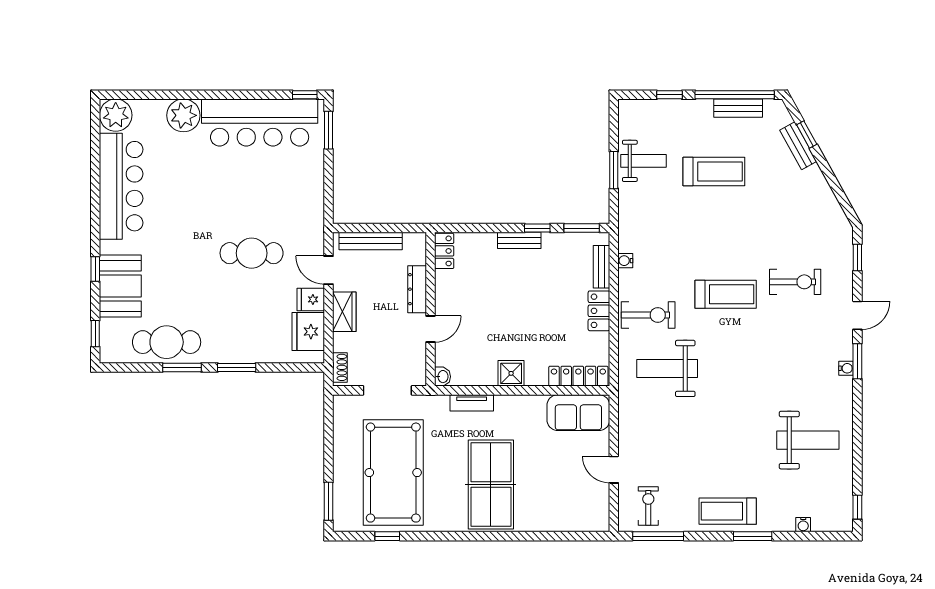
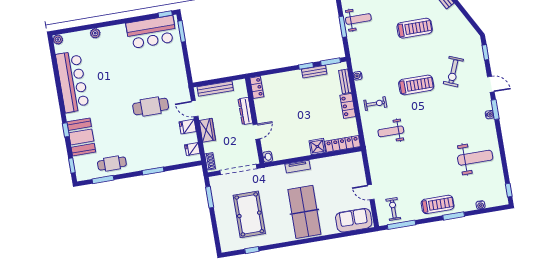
plant: (116, 115) -> (58, 40), width x0.53, depth x0.53
plant: (183, 115) -> (95, 33), width x0.53, depth x0.53
bar counter: (260, 123) -> (151, 32), width x0.73
treadmill: (714, 172) -> (415, 28), moved
bench: (519, 240) -> (314, 72), moved
exercise bike: (795, 282) -> (453, 72), turned 112
exercise bike: (648, 315) -> (375, 104), width x0.73, depth x0.72
door: (857, 315) -> (491, 84), hinge flipped
fridge: (308, 332) -> (192, 149), width x0.53, depth x0.75
cafe table: (167, 342) -> (112, 164), width x0.73, depth x0.74
window: (182, 367) -> (103, 179), moved
weight bench: (667, 368) -> (391, 131), width x0.73, depth x0.75
shower: (511, 373) -> (317, 147), moved
doorway: (387, 390) -> (238, 170), width x1.36
tv unit: (472, 403) -> (298, 167), moved
sofa: (578, 413) -> (354, 220), moved, turned 180
pool table: (393, 473) -> (249, 214), width x0.73, depth x0.76
window: (329, 501) -> (210, 197), moved
treadmill: (728, 511) -> (437, 204), turned 180

